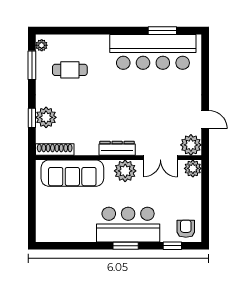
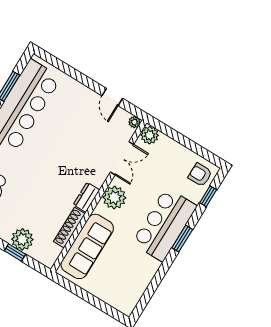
door: (205, 120) -> (112, 97), swing flipped
plant: (191, 145) -> (134, 122), width x0.53, depth x0.53
dresser: (117, 148) -> (86, 197), width x0.70
shoe rack: (55, 149) -> (69, 228), moved

